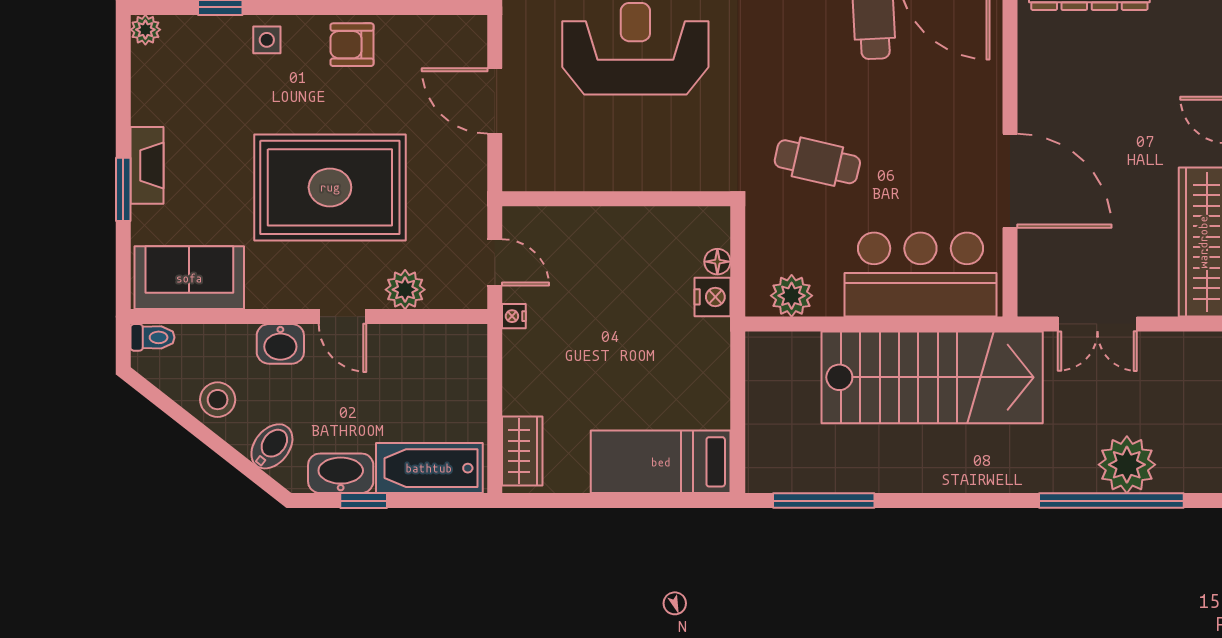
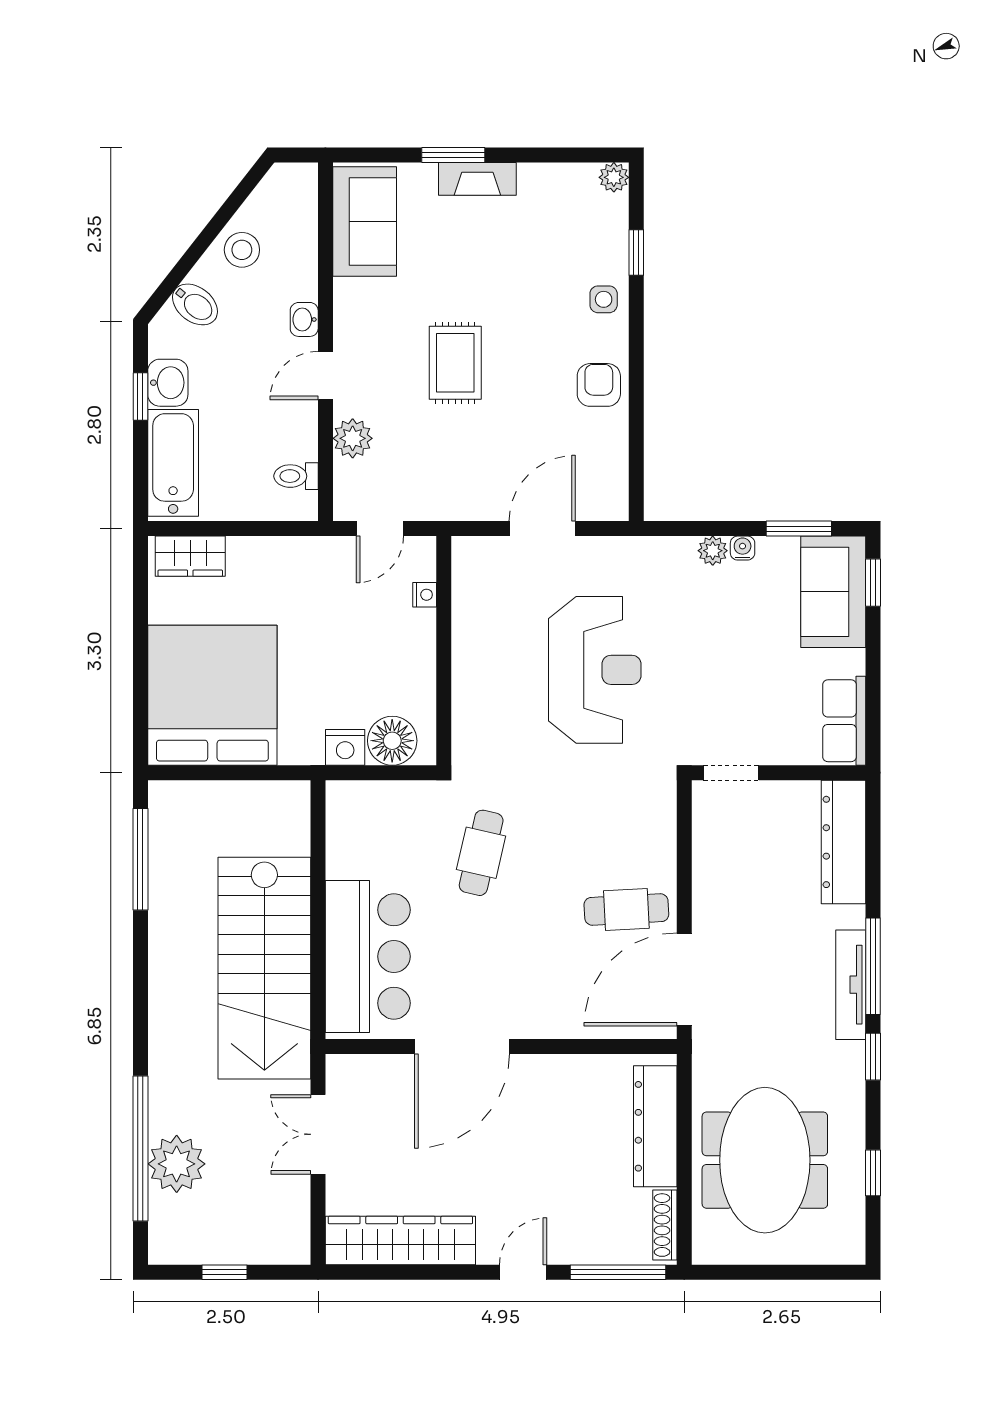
rug: (330, 187) -> (455, 363), width x0.54, depth x0.49
floor lamp: (717, 262) -> (392, 741), width x1.89, depth x1.89
plant: (792, 296) -> (346, 827), removed
nightstand: (514, 316) -> (425, 595), moved, turned 90
toilet: (152, 337) -> (296, 476), moved, turned 90
washbasin: (280, 344) -> (304, 319), width x0.72, depth x0.69
bed: (661, 462) -> (212, 695), width x2.04
washbasin: (341, 473) -> (168, 383), width x0.72

